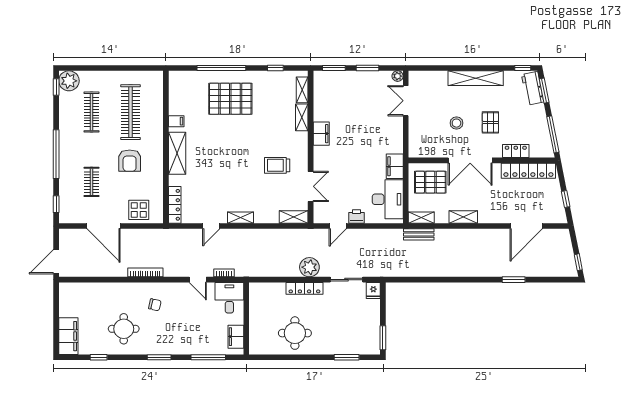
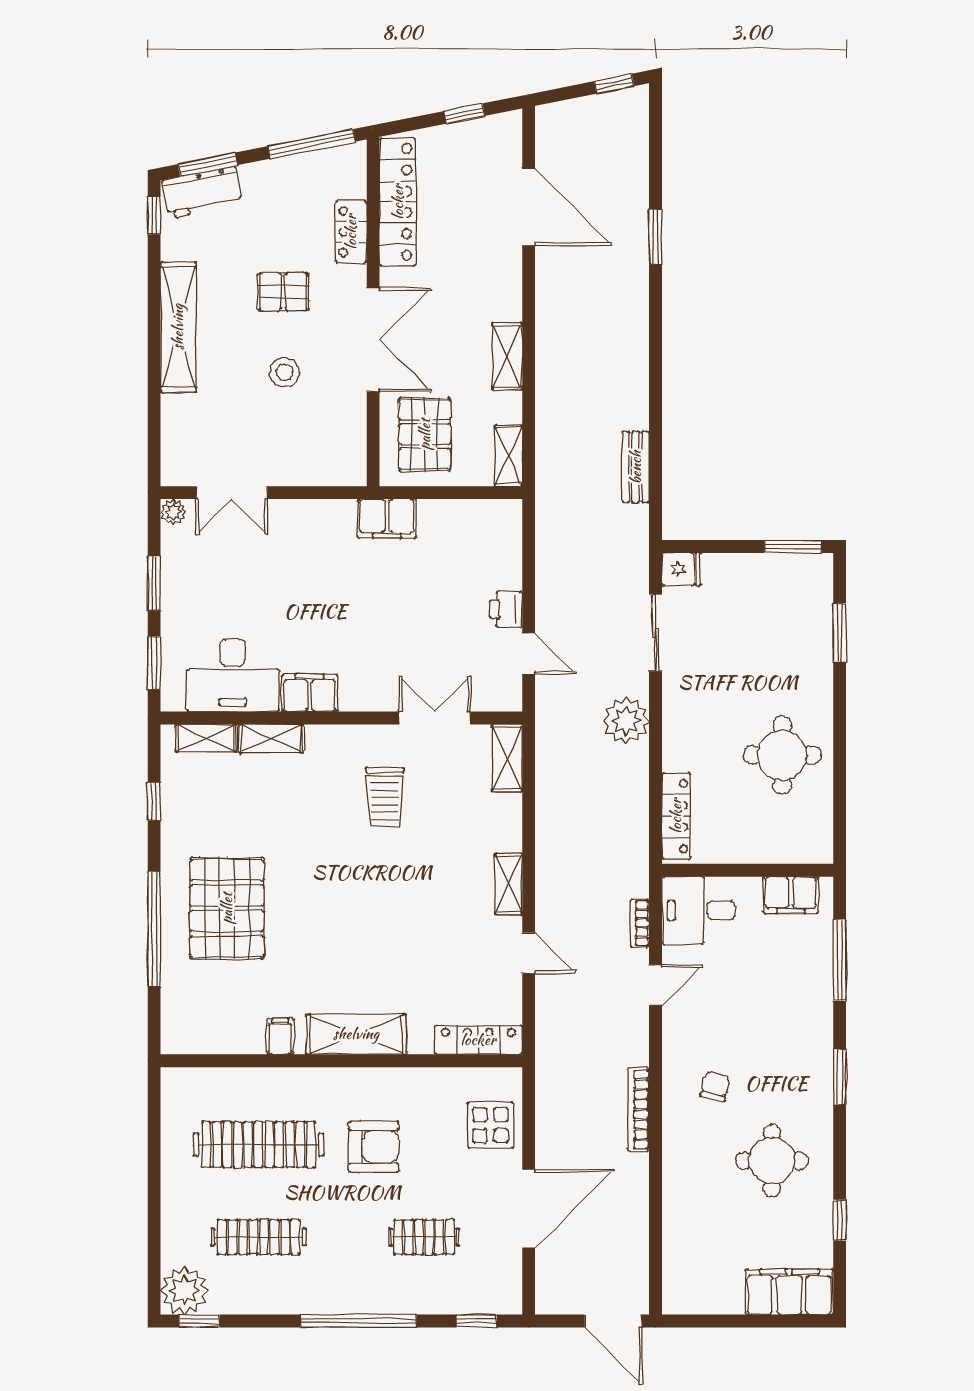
desk: (388, 199) -> (233, 675), moved, turned 180
bench: (419, 234) -> (636, 467), moved
locker: (304, 288) -> (676, 816), moved

